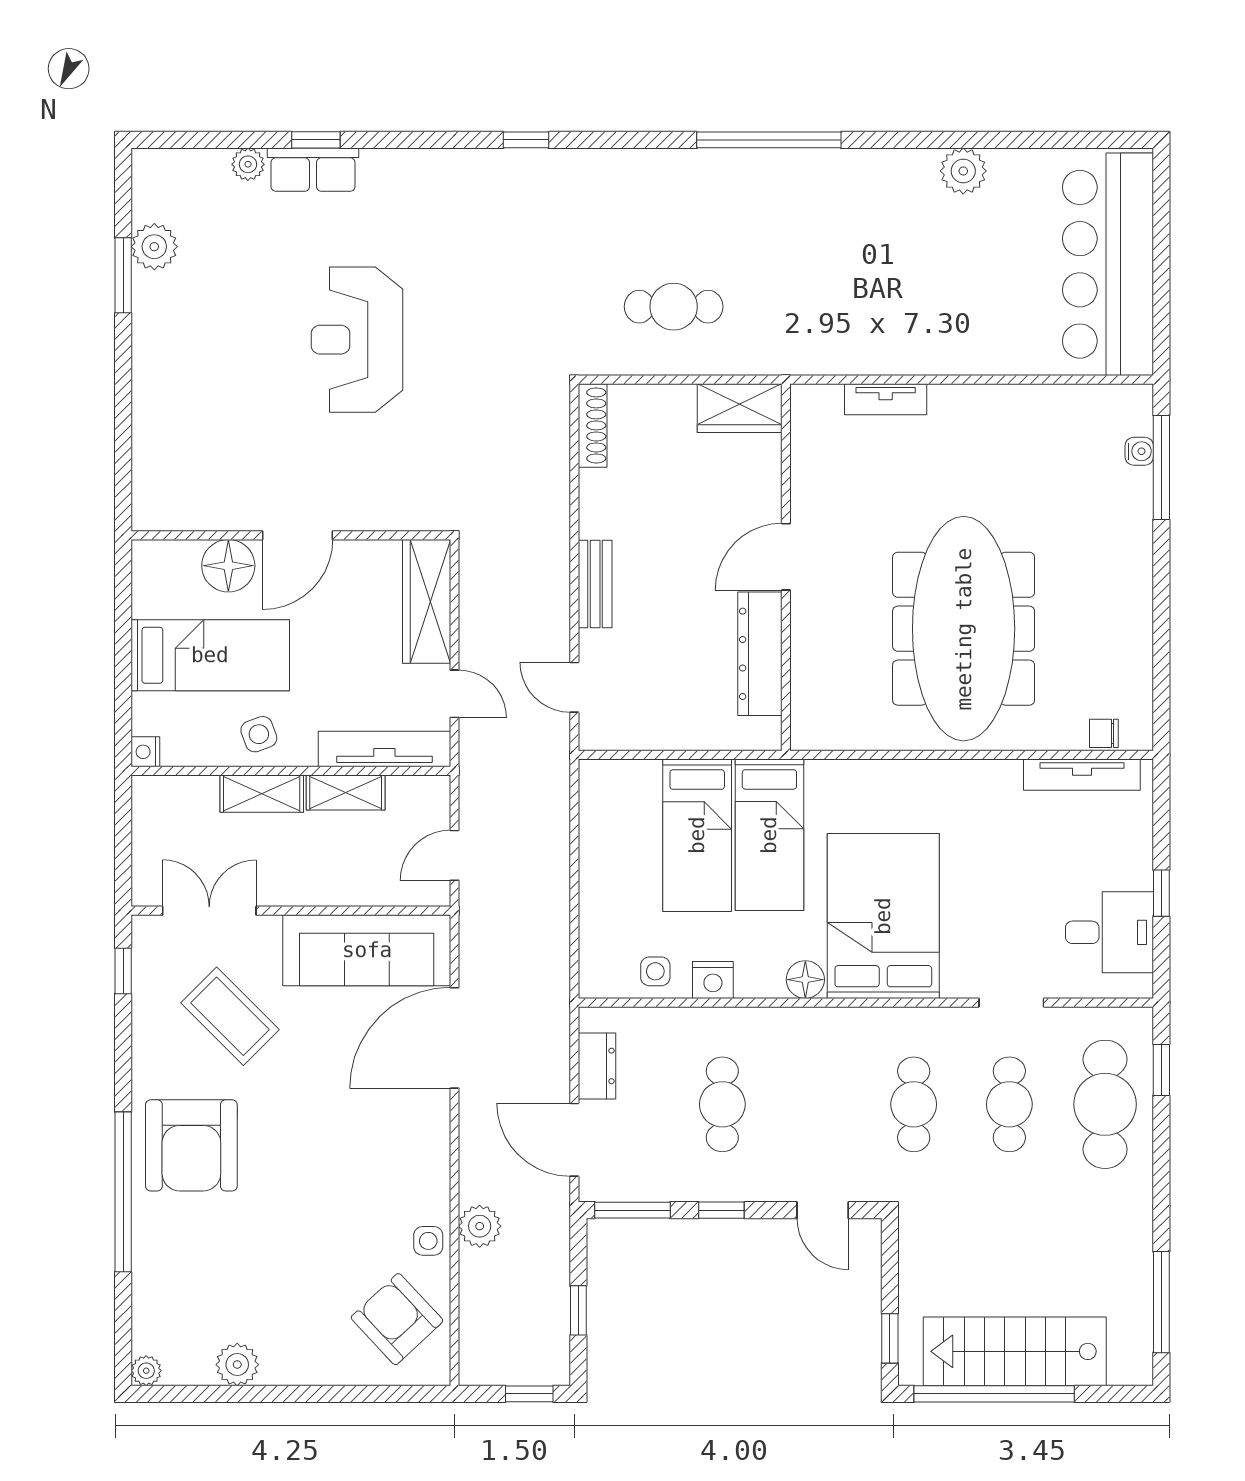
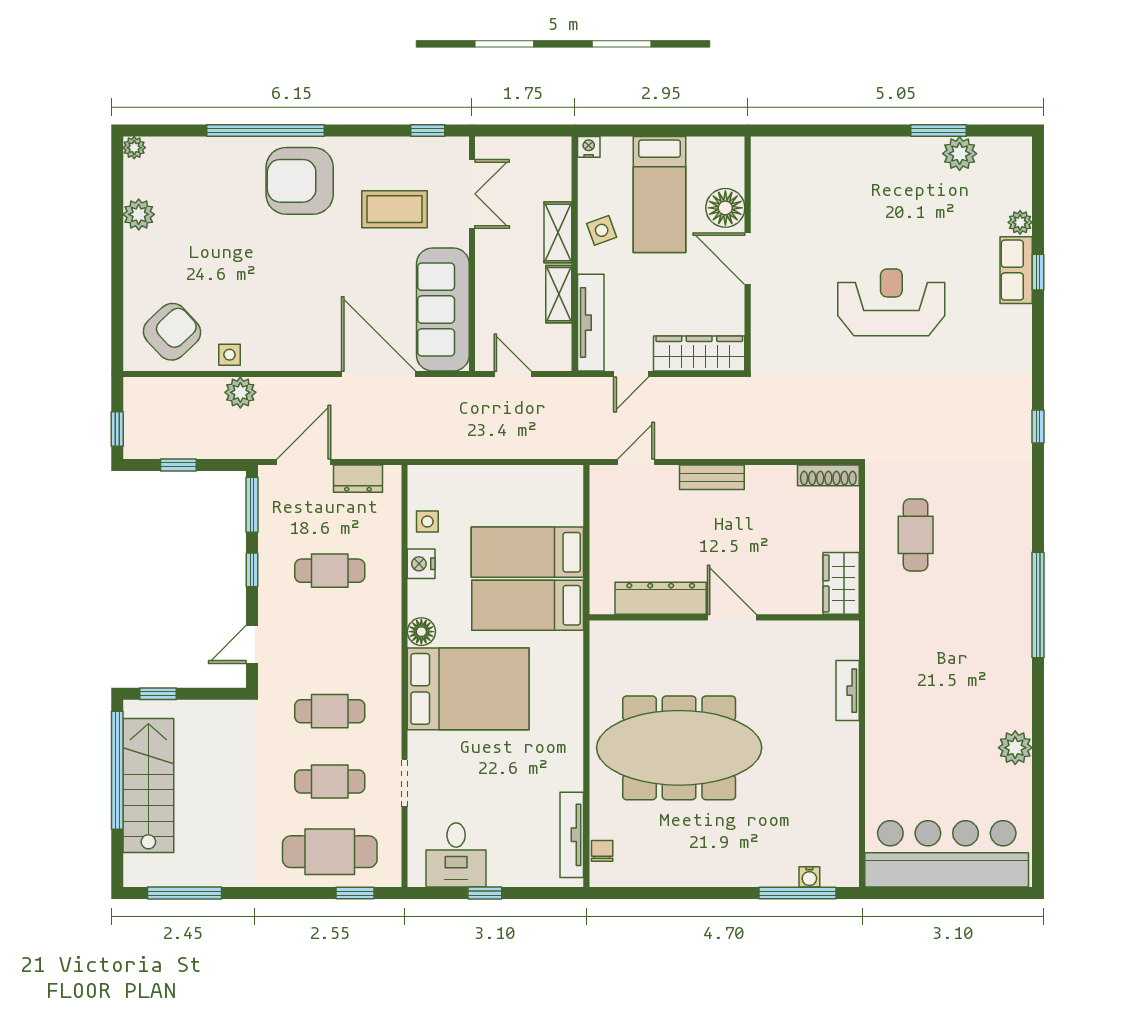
coffee table: (230, 1016) -> (394, 209), turned 45

